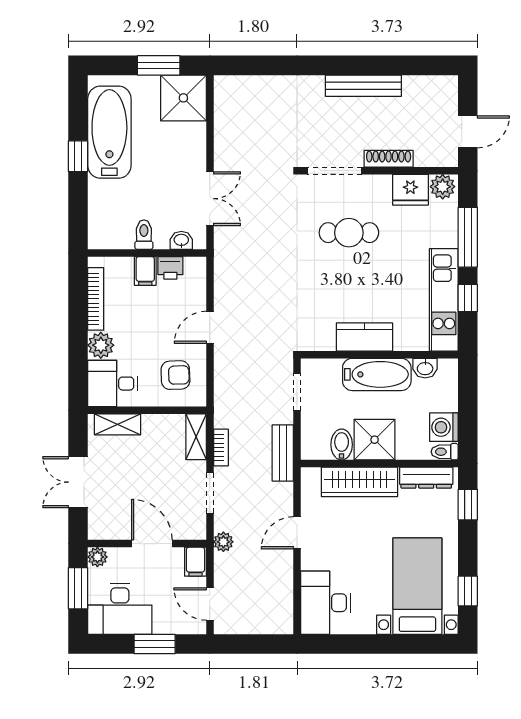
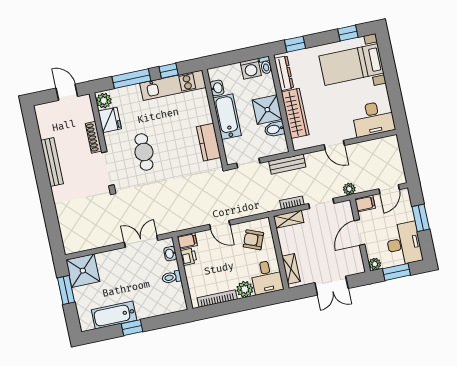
bathtub: (109, 132) -> (114, 315), width x0.73, depth x0.73
filing cabinet: (145, 271) -> (187, 241), moved
kitchen counter: (364, 337) -> (209, 142), moved
armchair: (175, 375) -> (253, 240), turned -66

